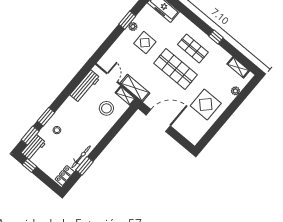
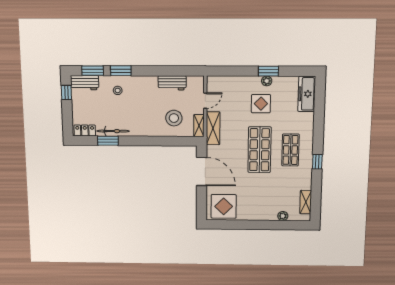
workbench: (85, 86) -> (172, 83), width x0.73
display table: (206, 104) -> (224, 206), moved

